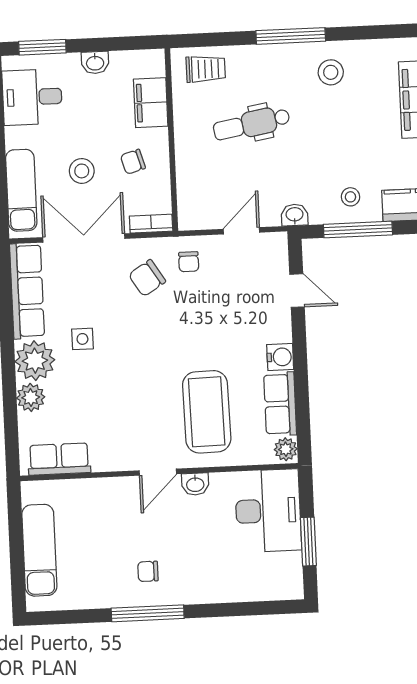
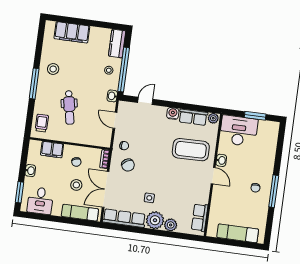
window: (358, 230) -> (124, 70), width x1.46

